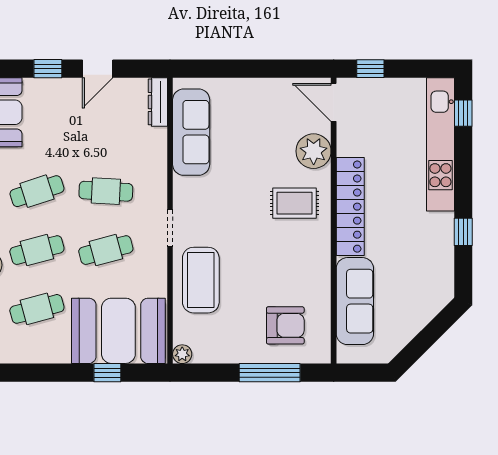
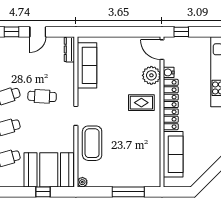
water cooler: (346, 146) -> (169, 72), added
cafe table: (106, 250) -> (42, 127), removed
armchair: (285, 325) -> (137, 167), removed

